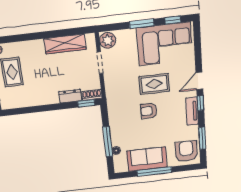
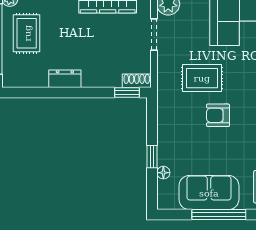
rug: (154, 84) -> (202, 78), moved
dresser: (70, 96) -> (65, 79), moved
window: (108, 142) -> (152, 157), width x0.46

